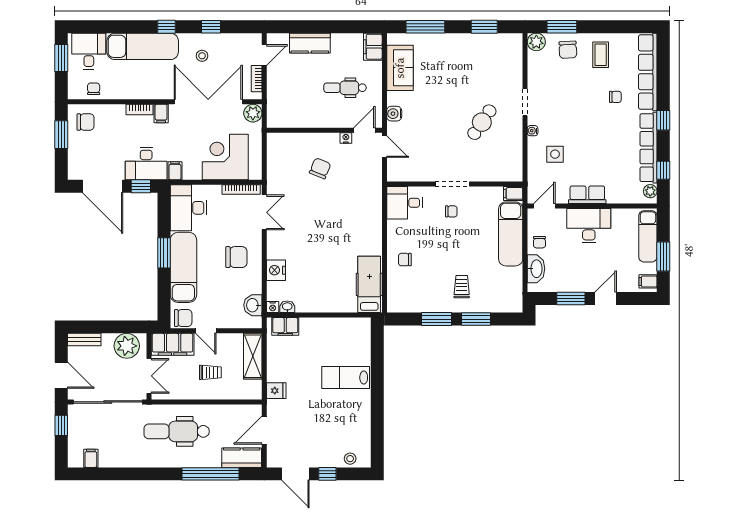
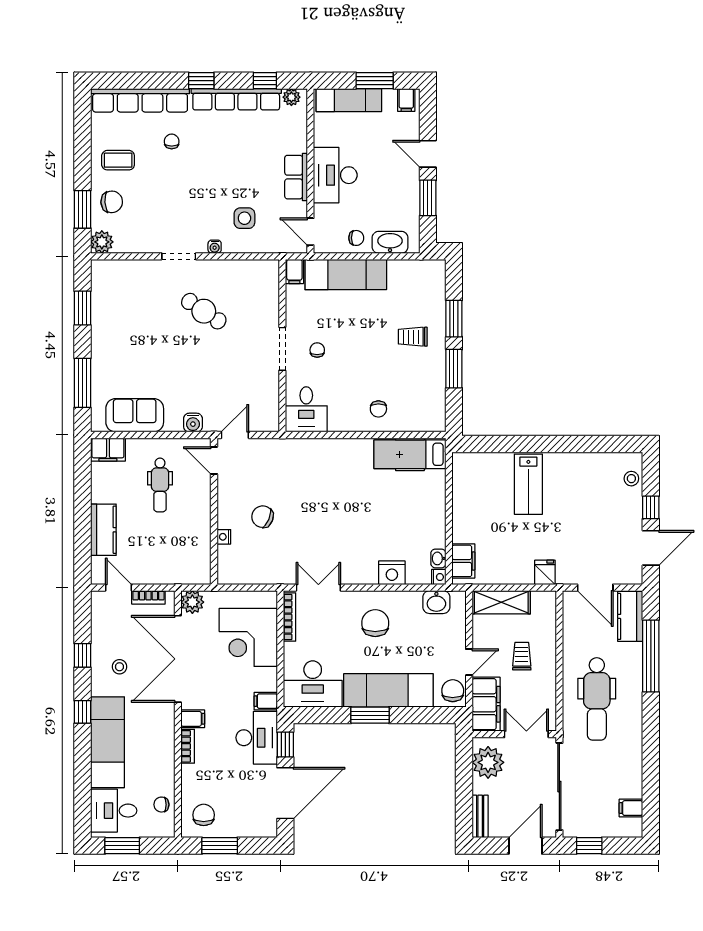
nightstand: (346, 138) -> (224, 537), moved

